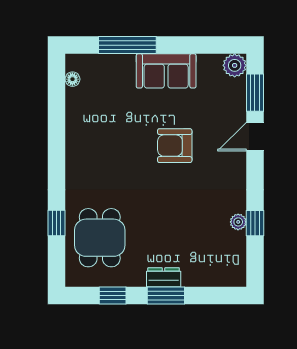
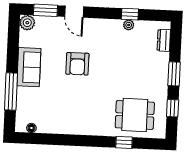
dresser: (164, 277) -> (164, 40), moved

